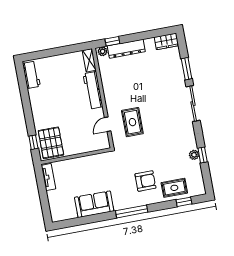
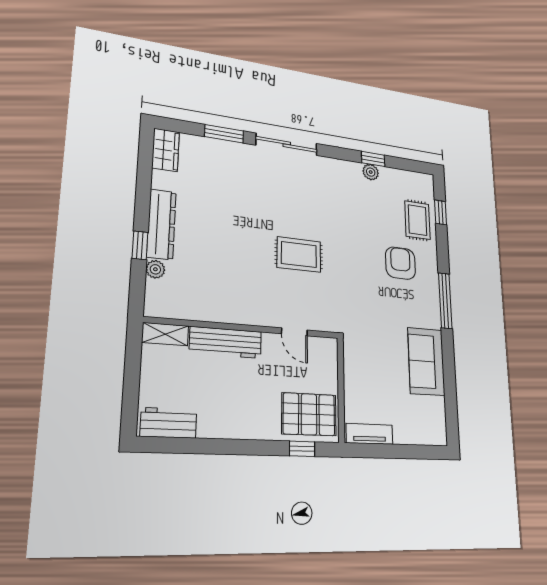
shelving: (89, 60) -> (165, 334), moved
workbench: (93, 90) -> (226, 342), moved
wall: (103, 98) -> (245, 328), moved
door: (108, 124) -> (294, 332), moved

